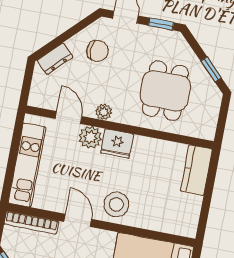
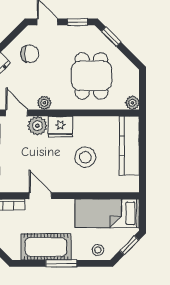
window: (211, 69) -> (111, 37), moved
plant: (208, 132) -> (132, 103), added
kitchen counter: (196, 170) -> (129, 146), width x1.50
stool: (116, 204) -> (85, 157), moved

